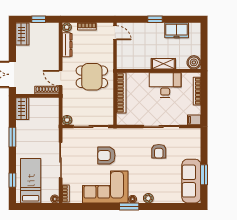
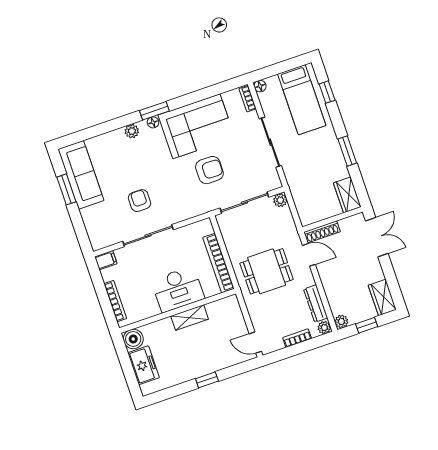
plant: (54, 27) -> (341, 322), added
freezer: (177, 30) -> (143, 365), moved, turned 90
shelving: (163, 64) -> (190, 318), moved
desk: (165, 85) -> (178, 289), moved

